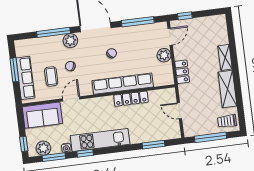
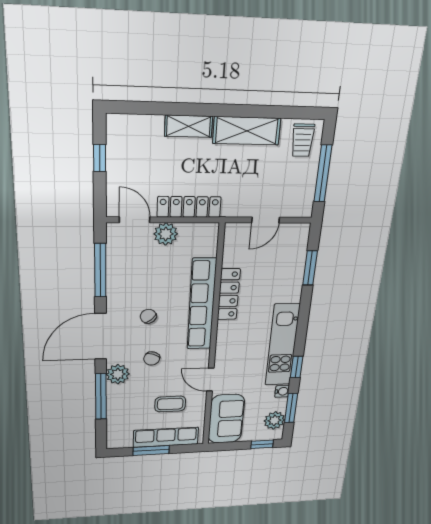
window: (185, 16) -> (100, 158), moved
chair: (70, 66) -> (152, 359), moved
locker: (182, 72) -> (189, 207), width x1.53

